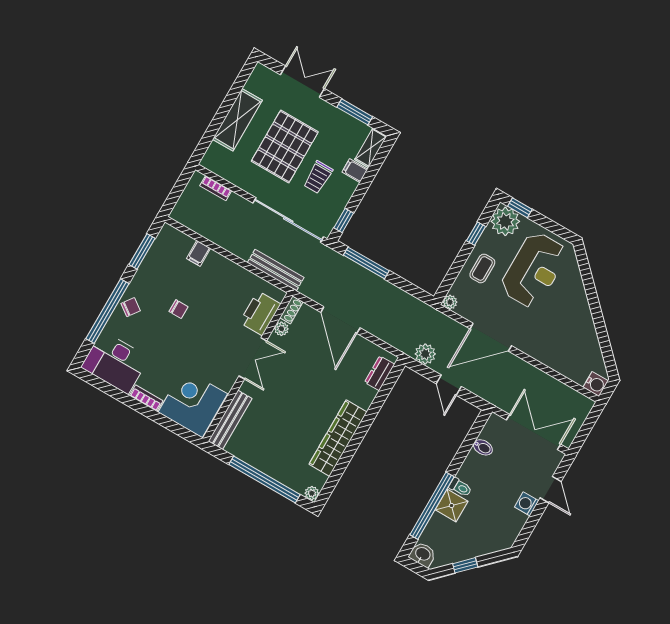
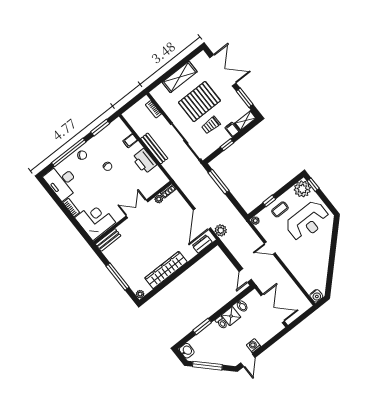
double door: (302, 82) -> (223, 70), width x1.37
window: (344, 220) -> (227, 145), moved
window: (476, 234) -> (269, 201), moved
bench: (276, 270) -> (154, 148), moved
printer: (260, 313) -> (144, 161), moved, turned -90
door: (340, 320) -> (202, 219), moved
door: (491, 337) -> (270, 248), width x0.53
plant: (425, 354) -> (221, 230), moved
double door: (253, 358) -> (137, 209), swing flipped
door: (449, 385) -> (245, 275), moved
bench: (230, 420) -> (108, 240), width x0.73
window: (265, 479) -> (118, 277), width x0.68
door: (551, 490) -> (248, 360), moved
window: (432, 506) -> (202, 326), width x0.47
shower: (452, 506) -> (231, 316), moved
window: (465, 565) -> (207, 366), width x2.17

